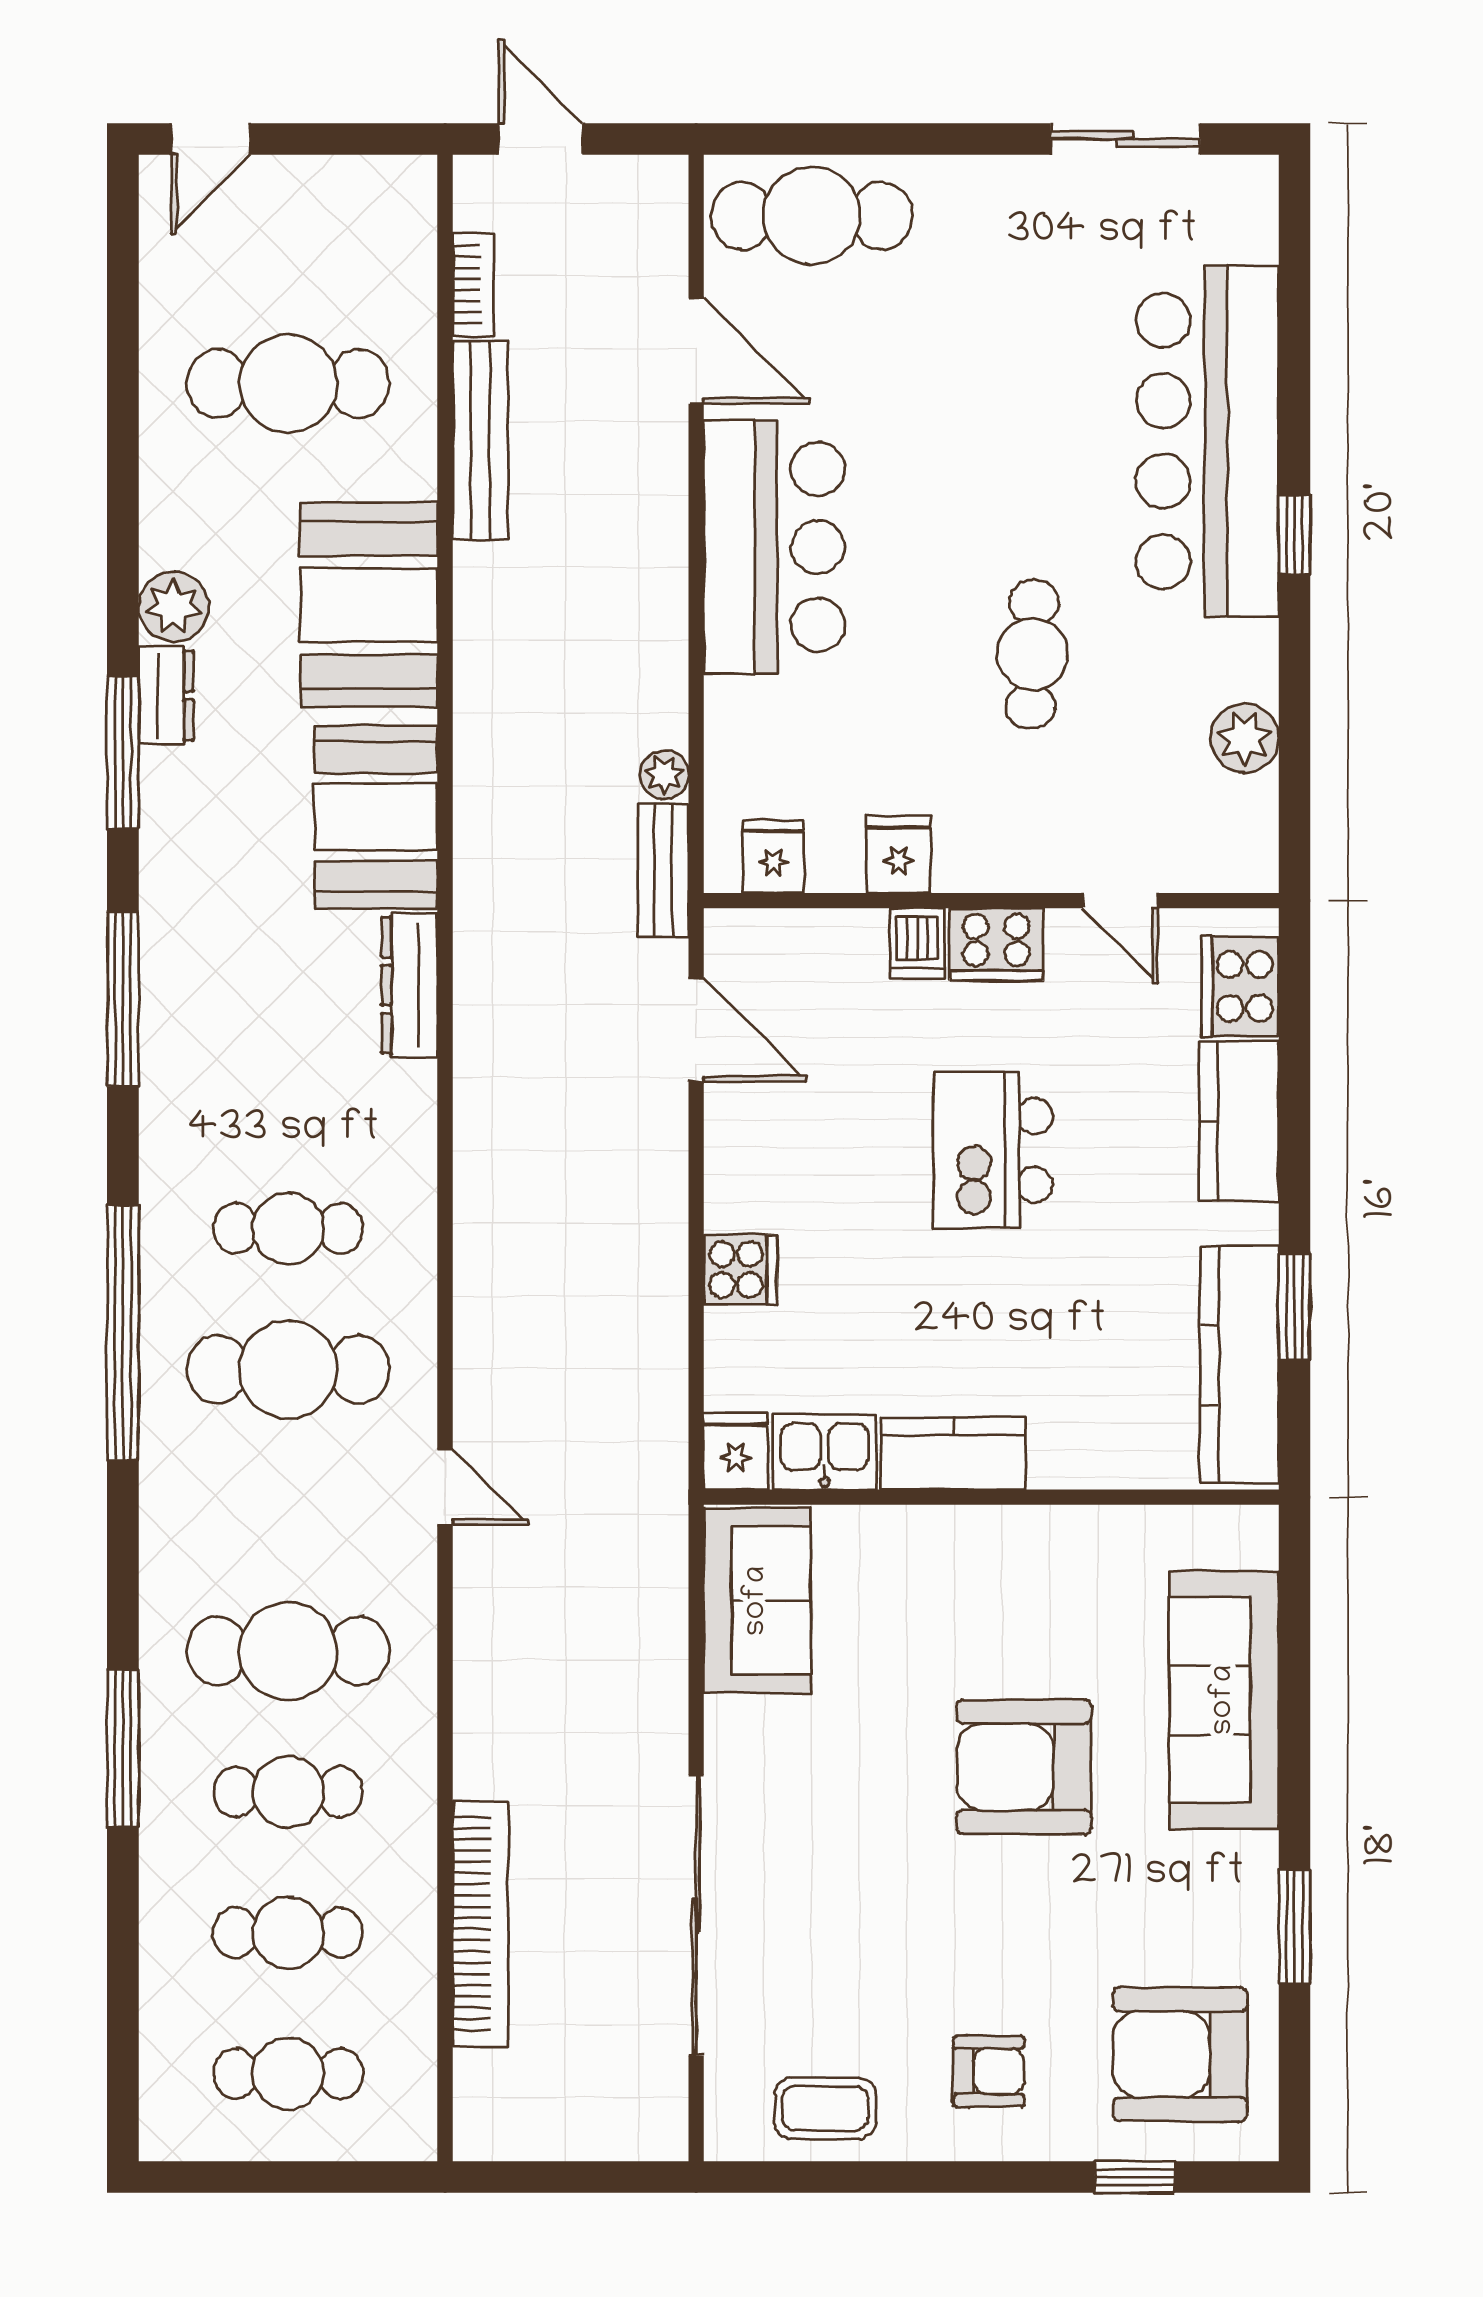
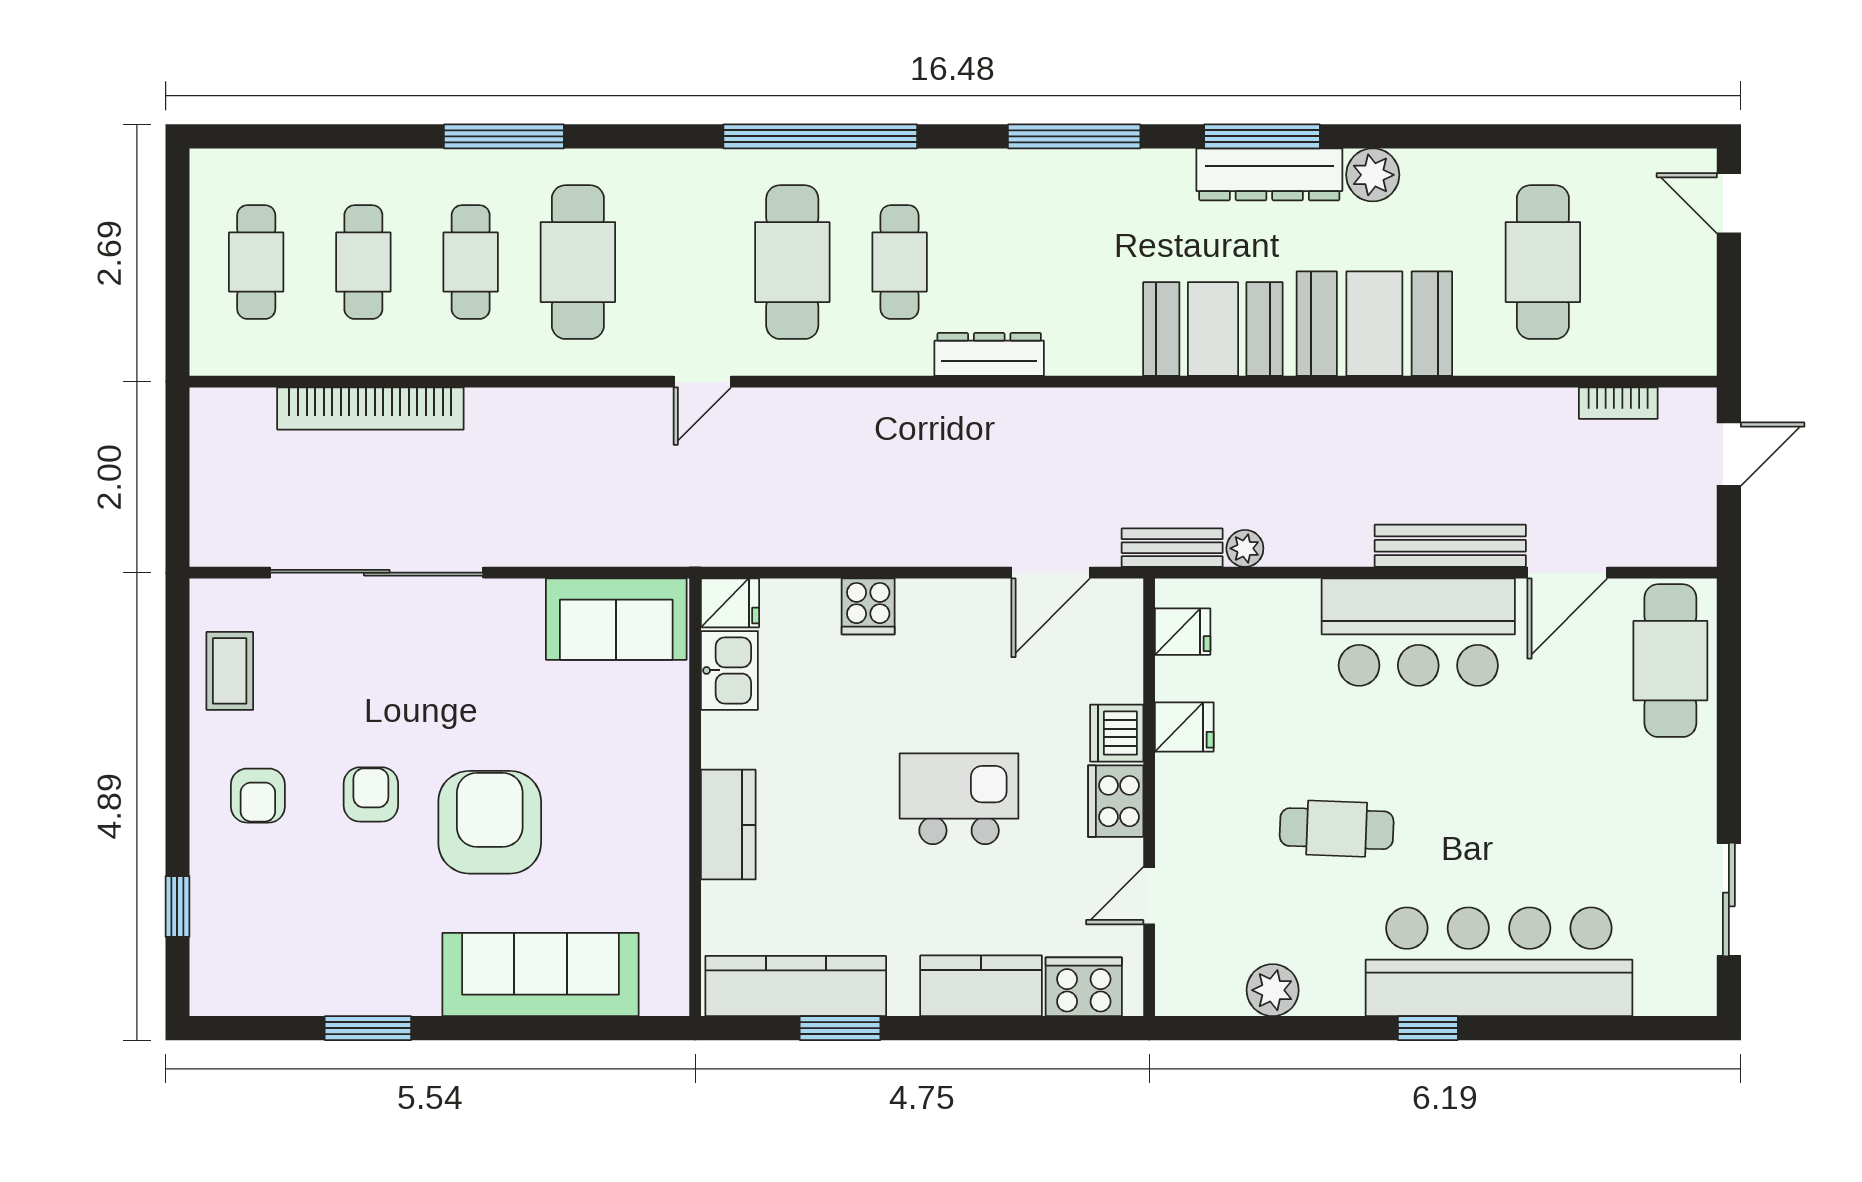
bench: (480, 440) -> (1450, 546), moved
dresser: (166, 696) -> (1269, 174), width x1.96, depth x1.24
dishwasher: (917, 943) -> (1117, 733), width x1.38
dresser: (409, 985) -> (989, 354), moved
kitchen counter: (953, 1454) -> (728, 825), moved
armchair: (1180, 2054) -> (371, 794), moved, width x0.53, depth x0.53

